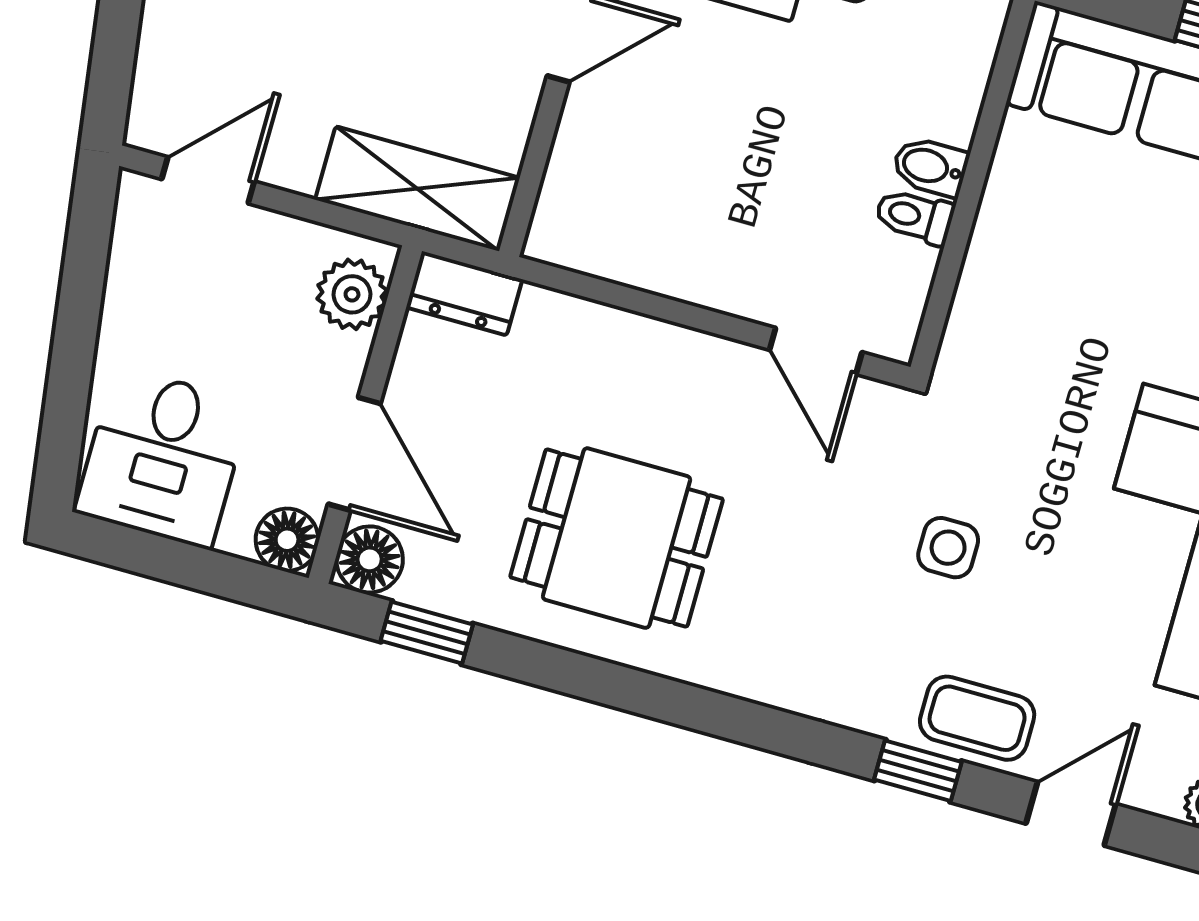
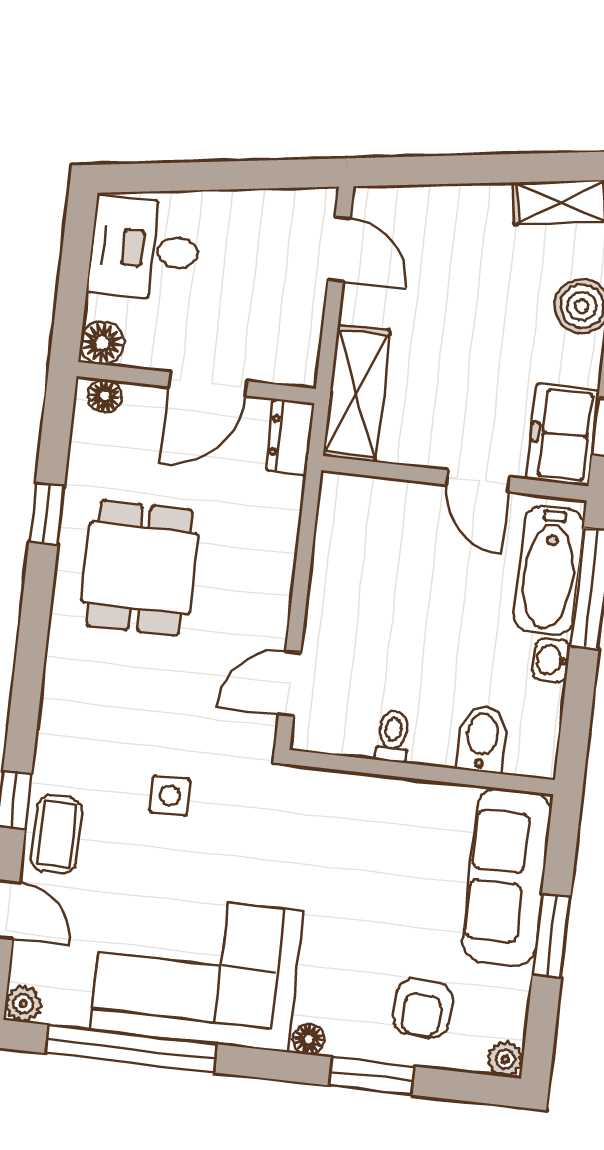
bidet: (930, 167) -> (482, 739), moved, width x1.38, depth x1.36
plant: (352, 294) -> (277, 360), removed
door: (354, 454) -> (208, 384), moved
floor lamp: (370, 559) -> (105, 396), width x0.73, depth x0.73
window: (427, 633) -> (47, 514), moved

